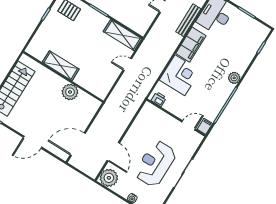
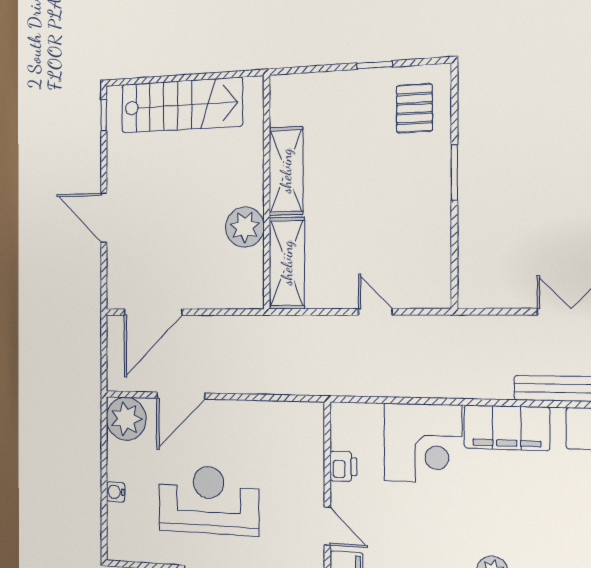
shelving: (122, 35) -> (287, 263), moved
printer: (159, 99) -> (343, 466), moved
door: (78, 144) -> (153, 312), swing flipped

